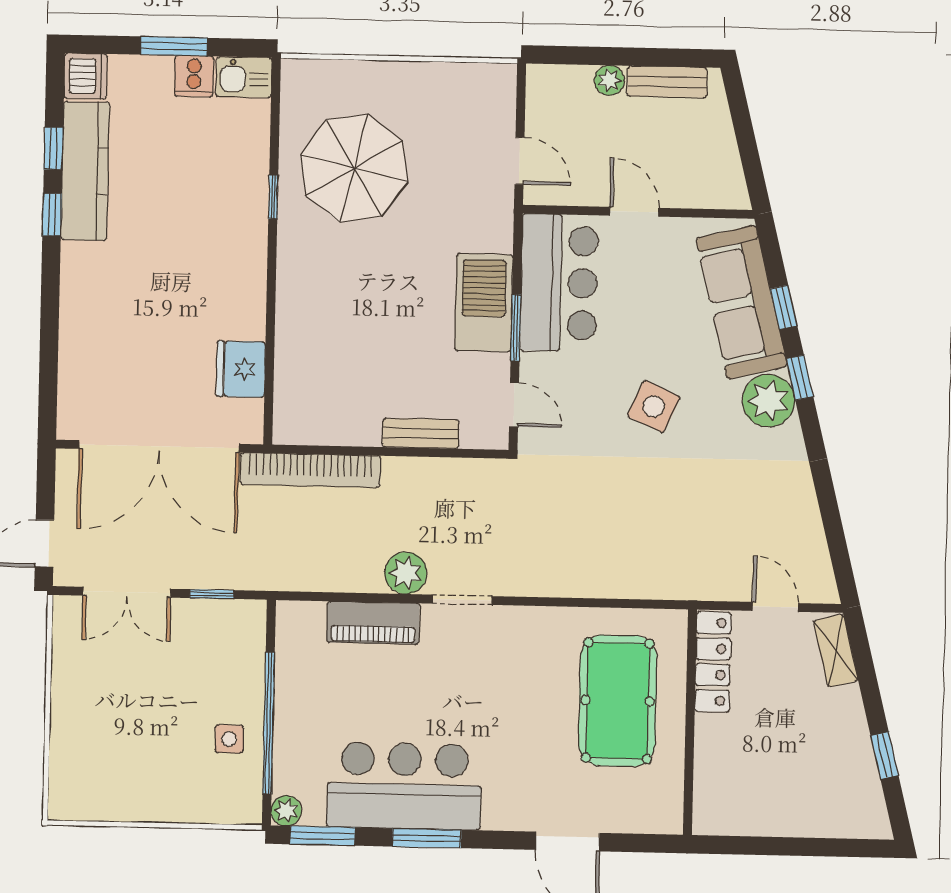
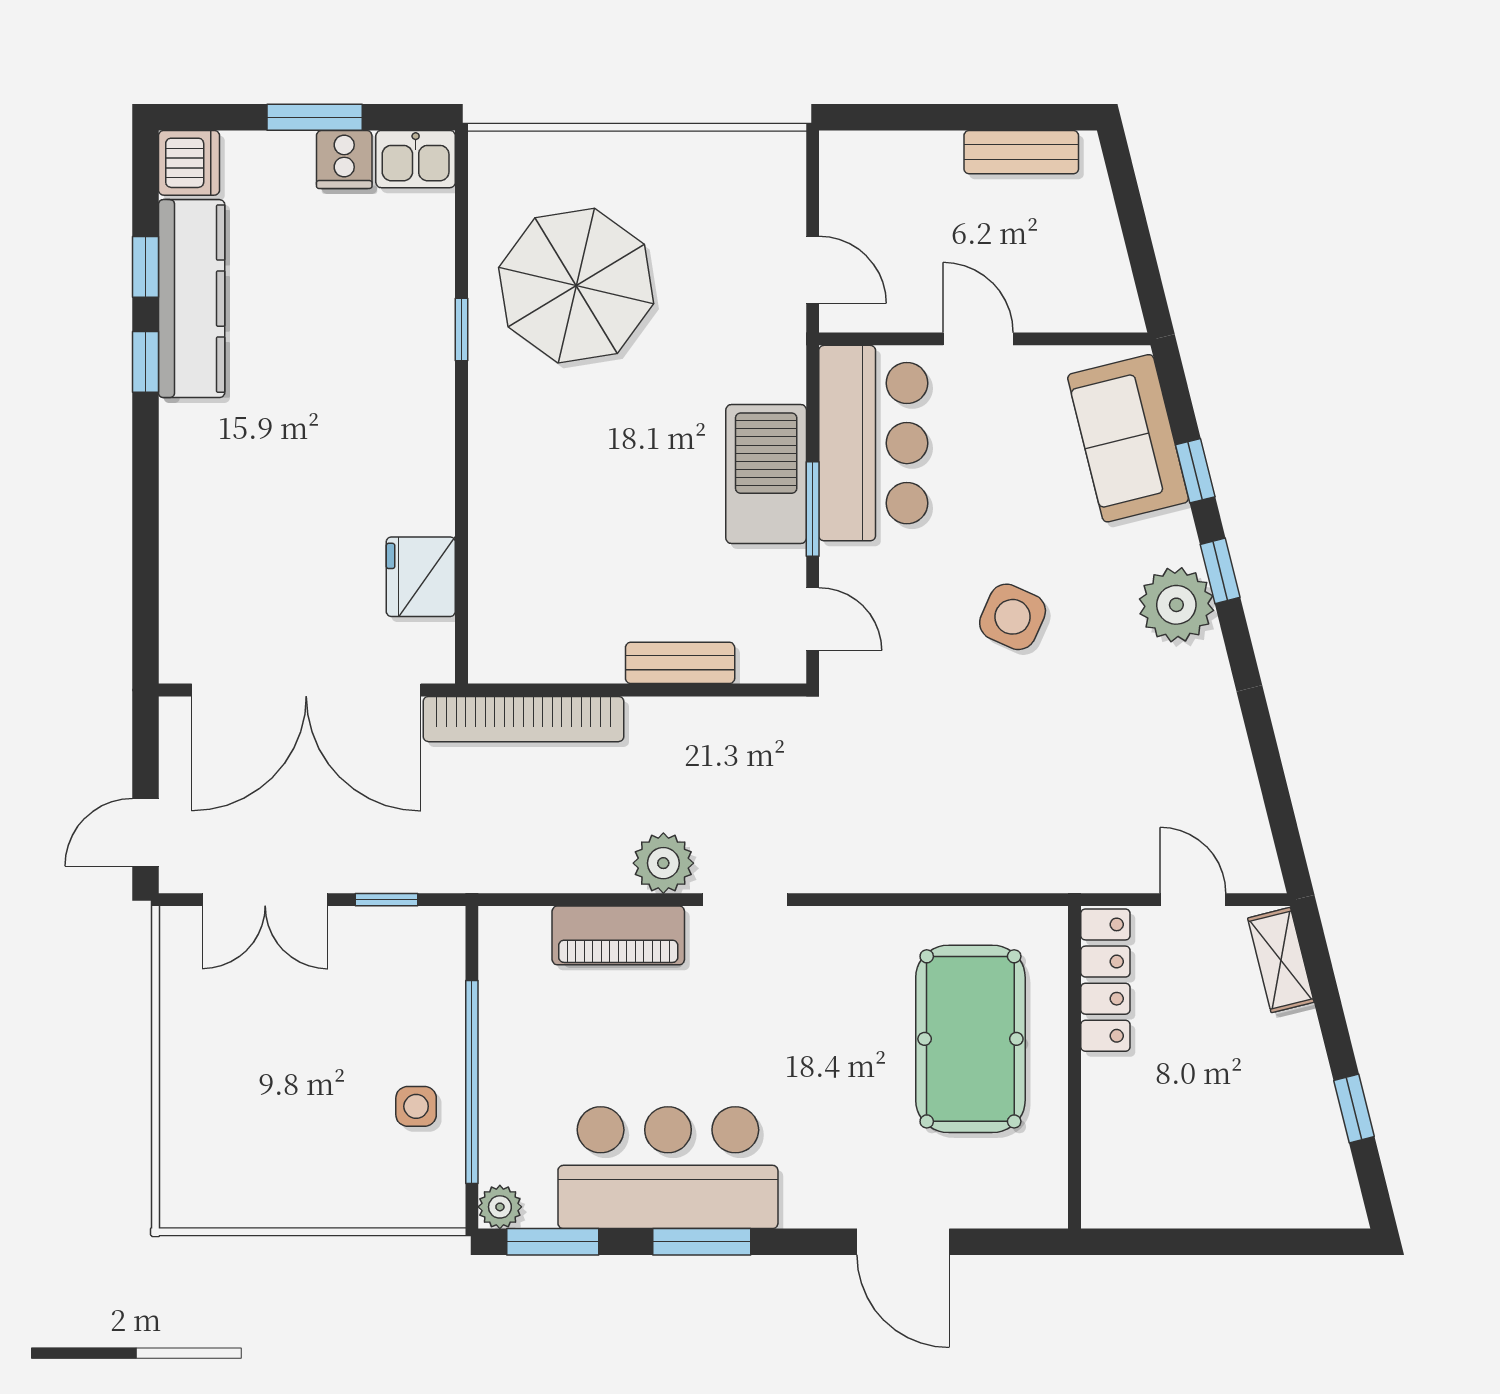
plant: (609, 80) -> (938, 152), removed
sofa: (742, 302) -> (1128, 438), width x0.73

